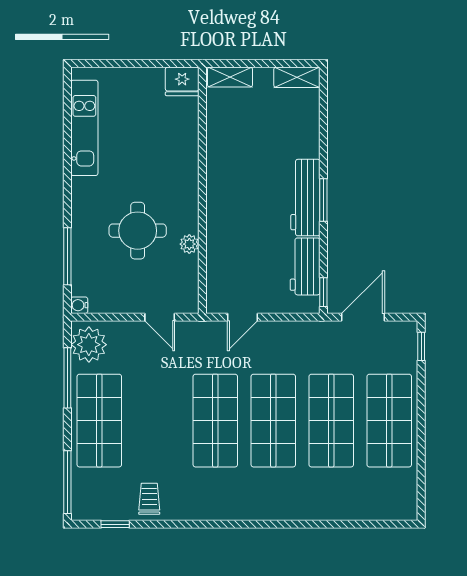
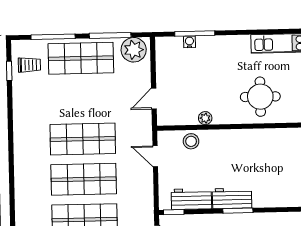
workbench: (305, 198) -> (232, 198), width x0.73
round table: (138, 231) -> (260, 97), moved
stool: (222, 265) -> (191, 141), added
water cooler: (79, 305) -> (189, 42), moved
window: (67, 482) -> (53, 37), moved
trolley: (149, 499) -> (29, 65), moved

